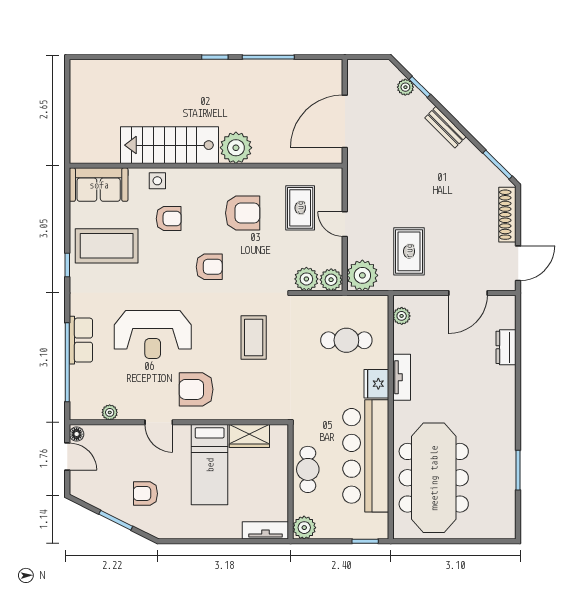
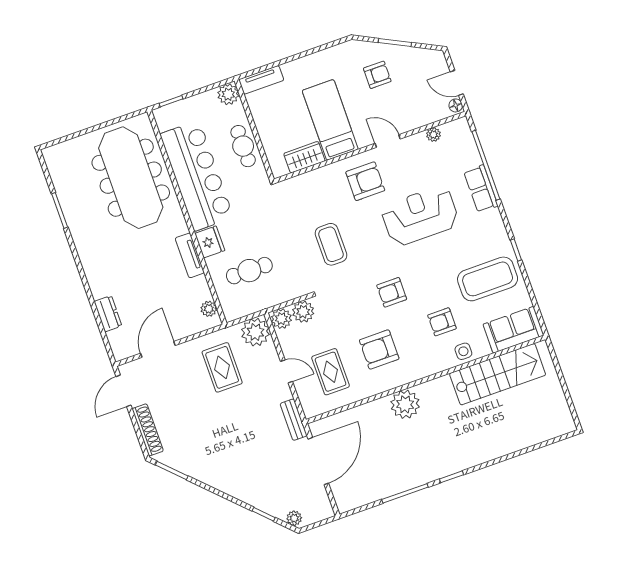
plant: (405, 87) -> (294, 518), moved
bench: (446, 127) -> (294, 420), moved, turned 45
stairs: (170, 145) -> (498, 374), moved

